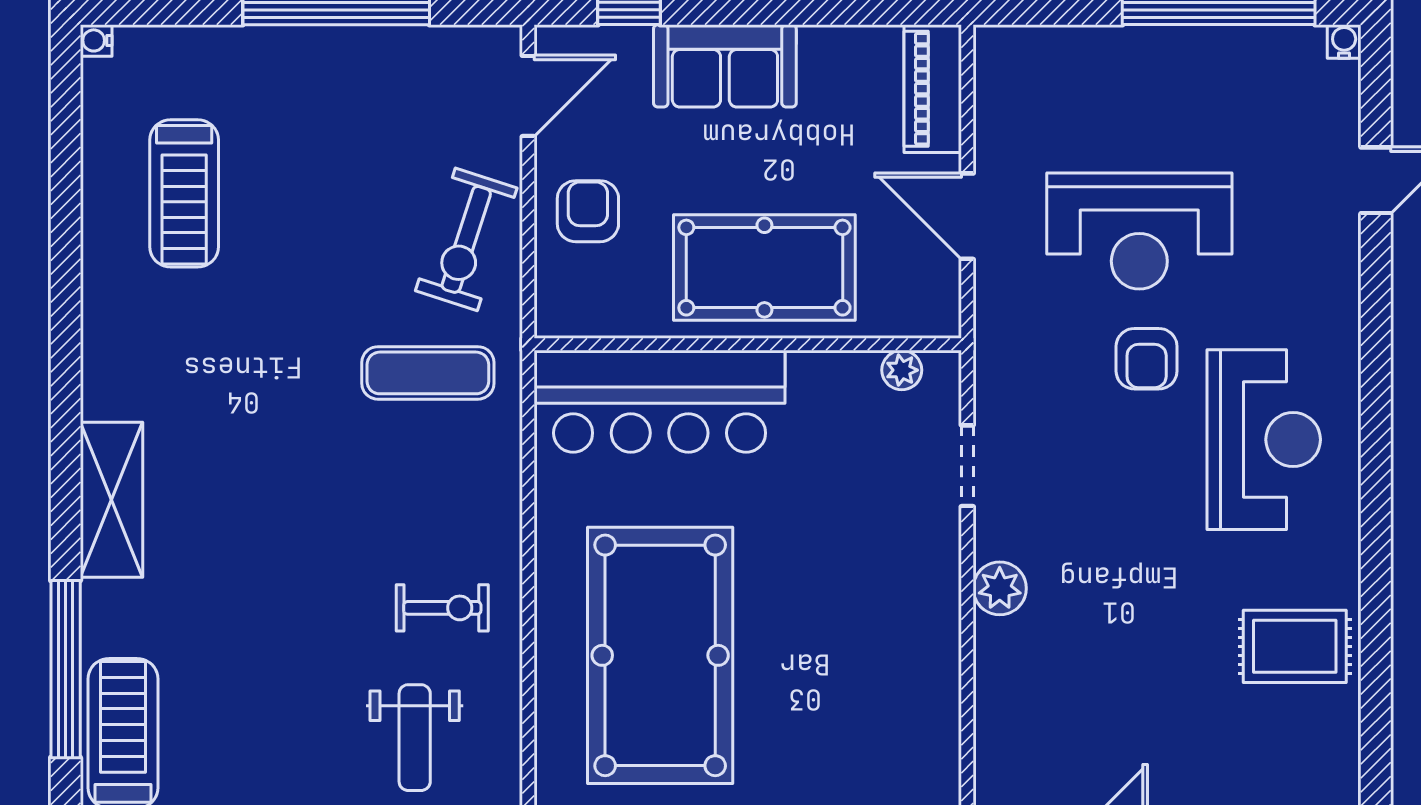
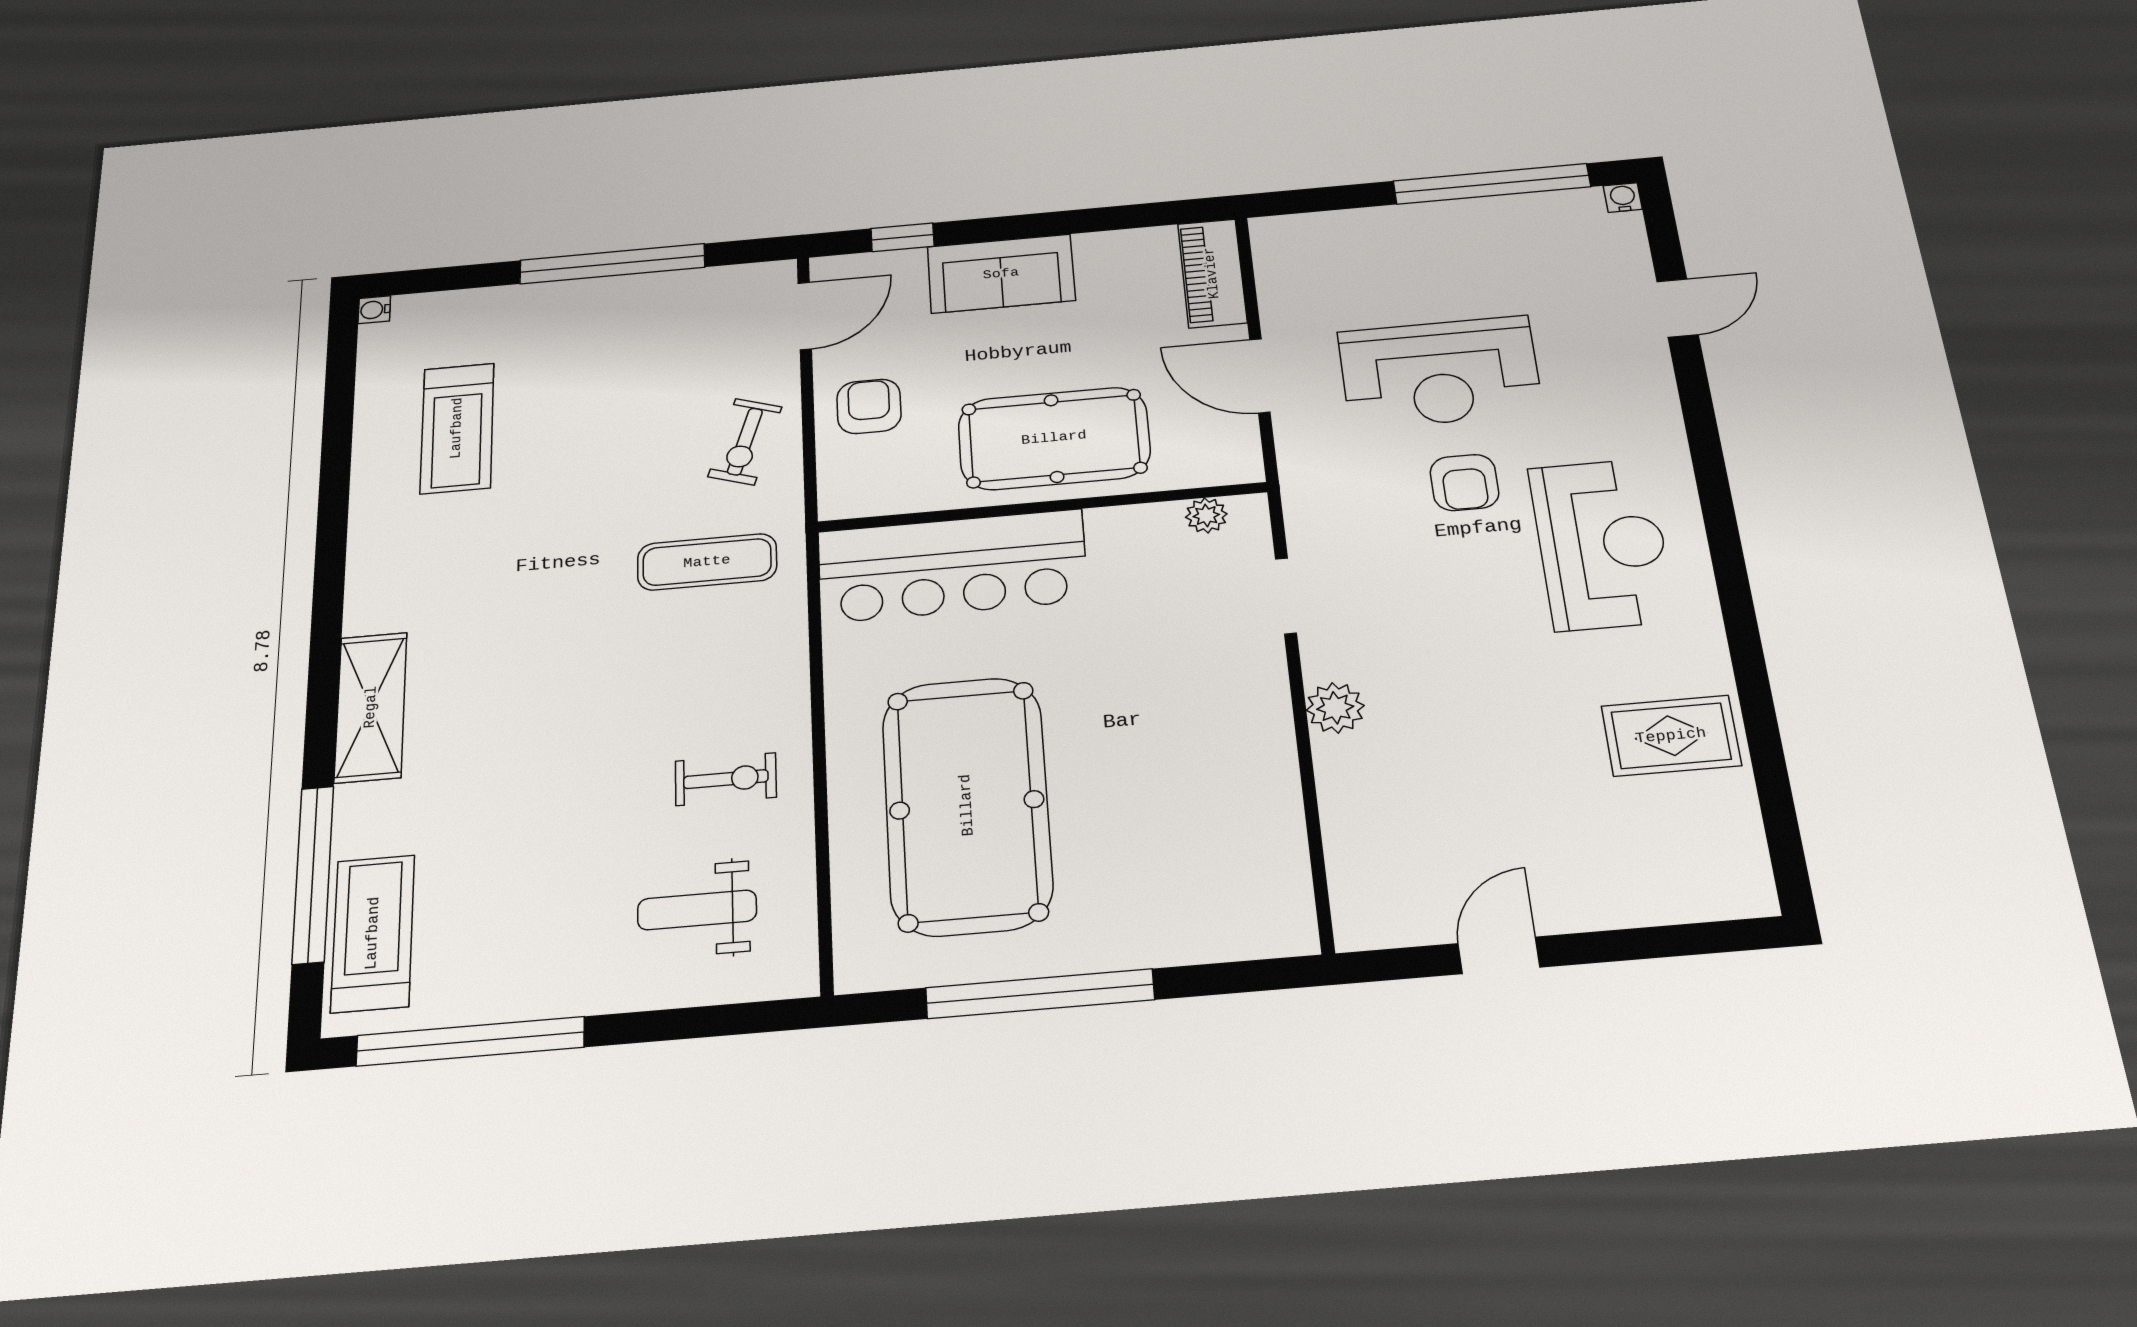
exercise bike: (466, 239) -> (745, 442), width x0.73, depth x0.72
weight bench: (415, 738) -> (697, 910), turned 90

